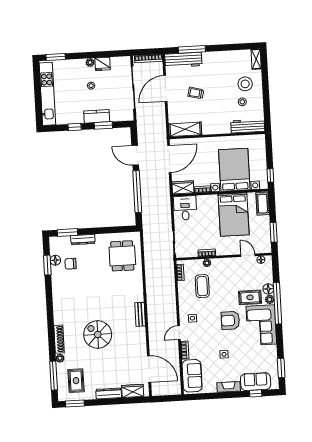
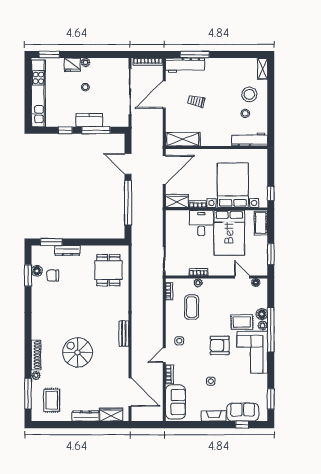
fridge: (103, 64) -> (72, 65), moved
window: (103, 125) -> (96, 130), width x1.44
desk: (185, 208) -> (201, 223), moved
window: (75, 404) -> (49, 425), removed

